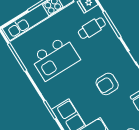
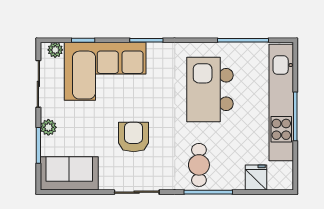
cafe table: (92, 28) -> (199, 165), moved

